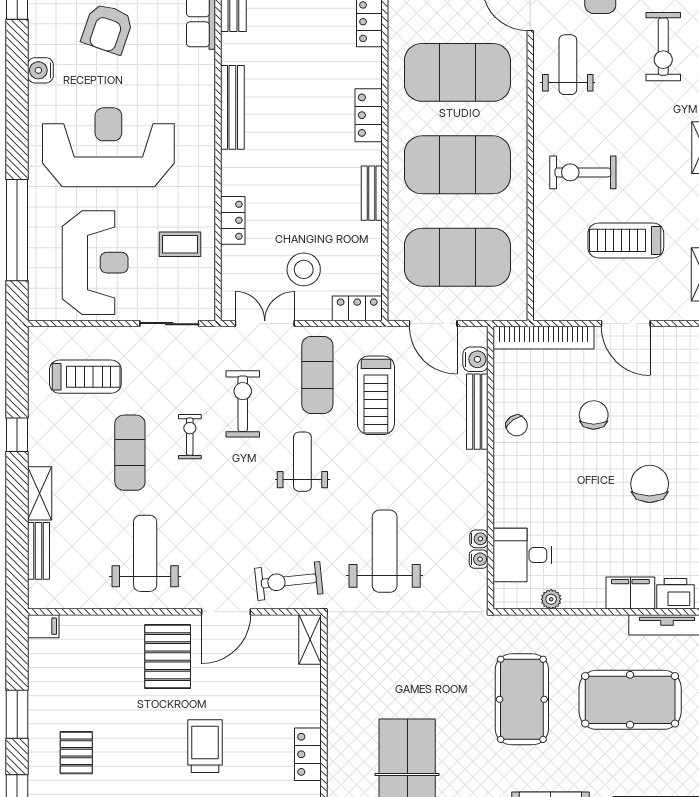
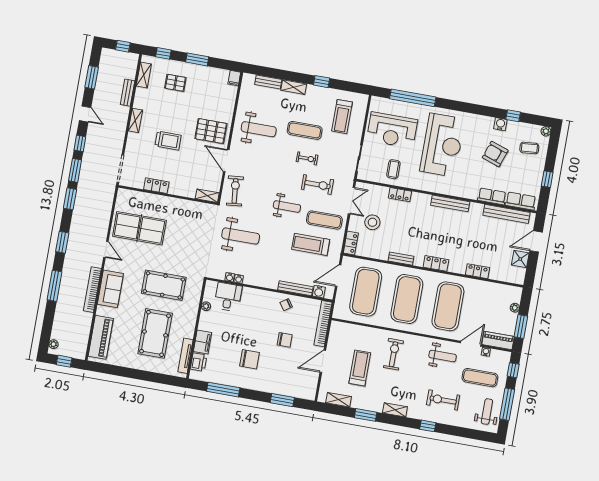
water cooler: (40, 70) -> (500, 124), moved

